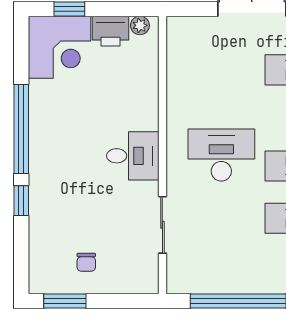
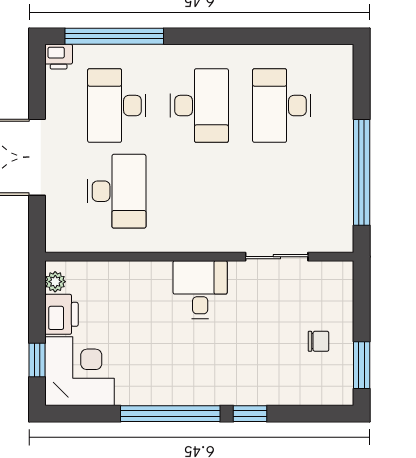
desk: (221, 155) -> (117, 191), moved, turned 180

